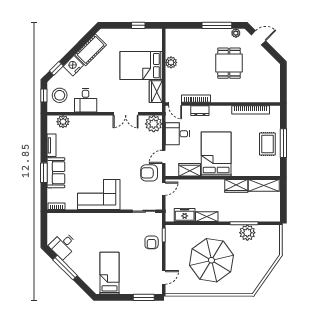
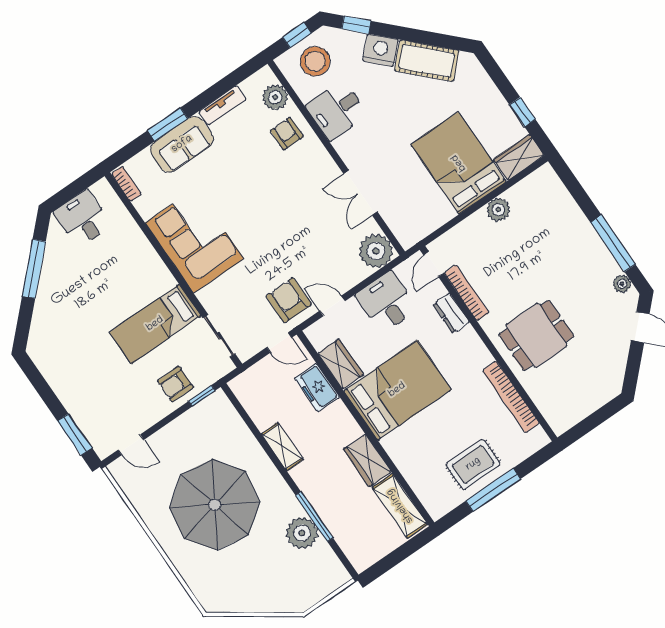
dining table: (229, 63) -> (536, 335), moved
wardrobe: (156, 92) -> (519, 158), moved
armchair: (81, 127) -> (287, 134), added
freezer: (185, 215) -> (317, 388), moved, turned 180
desk: (63, 245) -> (83, 219), moved, turned 45
bed: (110, 273) -> (155, 324), moved, turned 180

